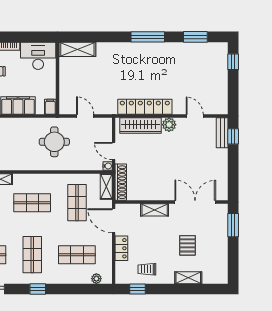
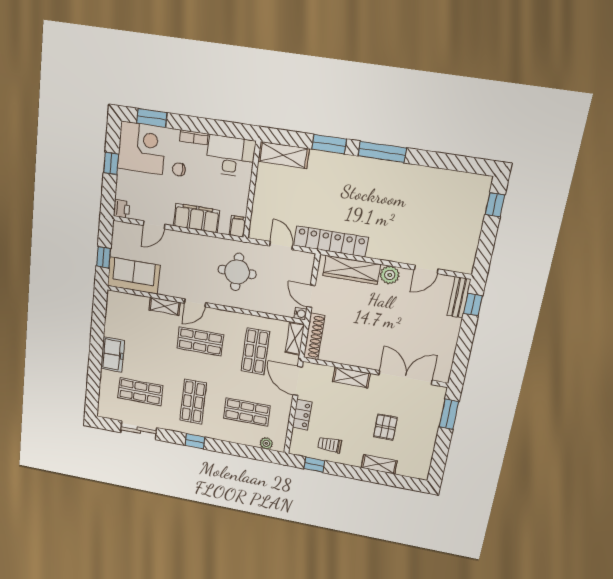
window: (195, 37) -> (329, 144), moved
locker: (145, 107) -> (331, 241), moved
door: (195, 116) -> (426, 269), swing flipped
door: (24, 172) -> (195, 303), added

